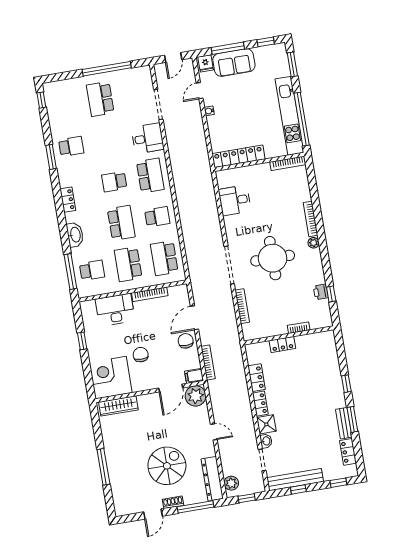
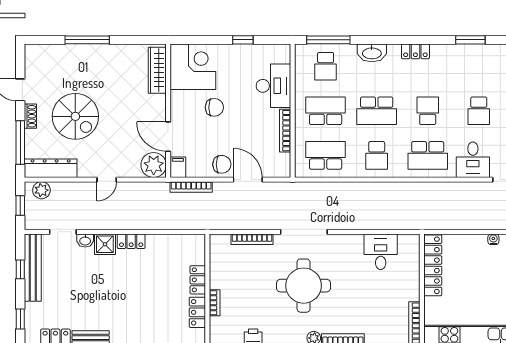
school desk: (71, 146) -> (479, 111), moved
locker: (257, 378) -> (197, 312), moved, turned 90

